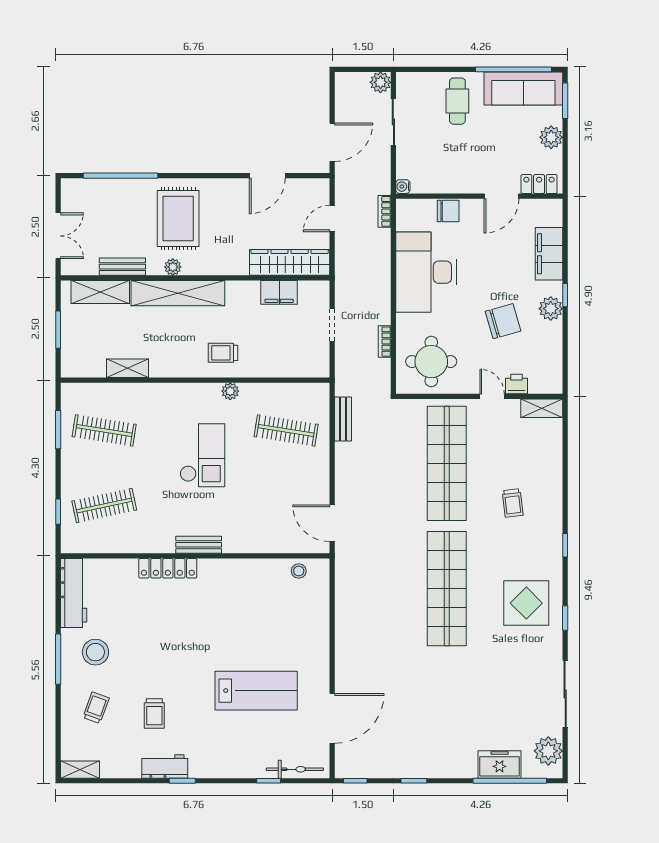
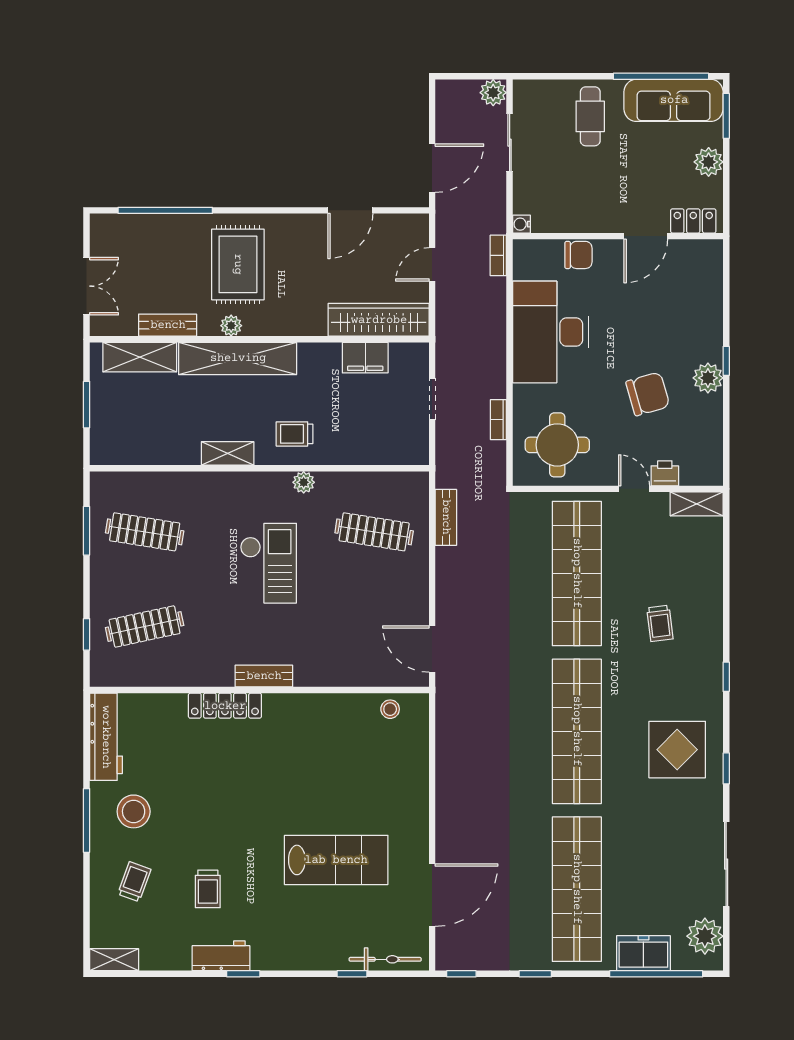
filing cabinet: (549, 254) -> (706, 309), removed
shelving: (128, 368) -> (228, 453), moved
shop shelf: (447, 714) -> (577, 889), added

